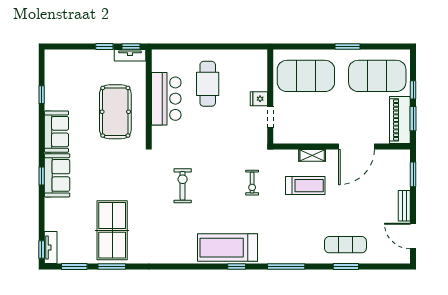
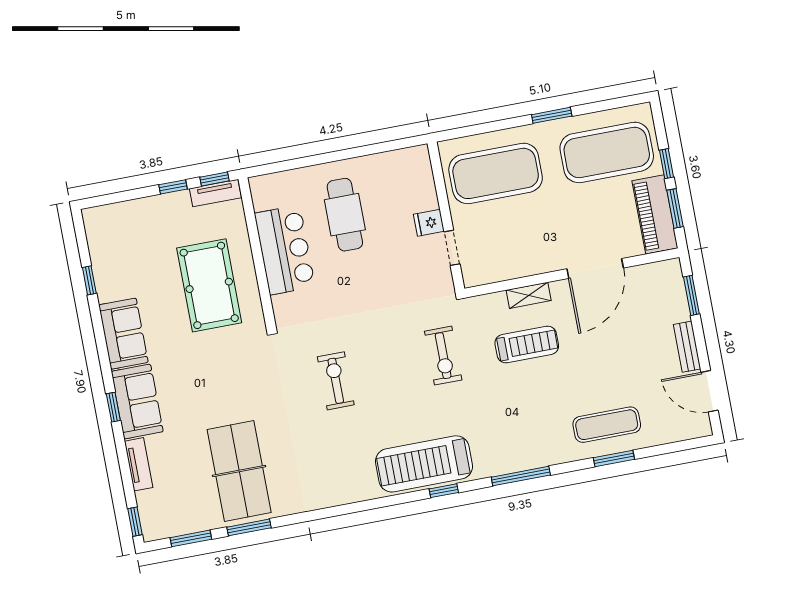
exercise bike: (252, 183) -> (443, 356), width x1.38, depth x1.39
tv unit: (51, 247) -> (139, 464), moved

